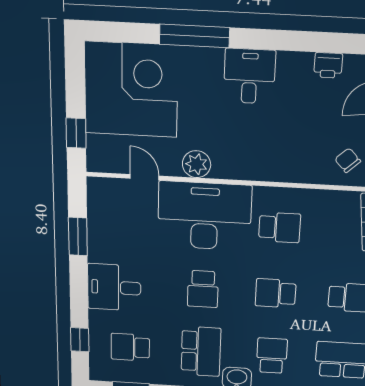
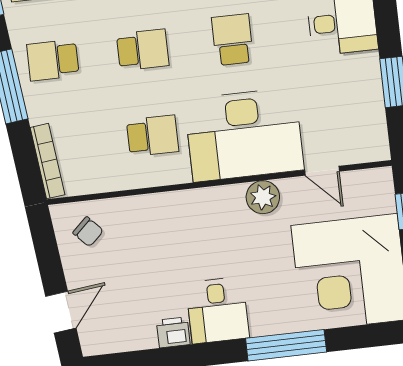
printer: (328, 65) -> (173, 332), moved
school desk: (280, 227) -> (152, 136), turned 180

